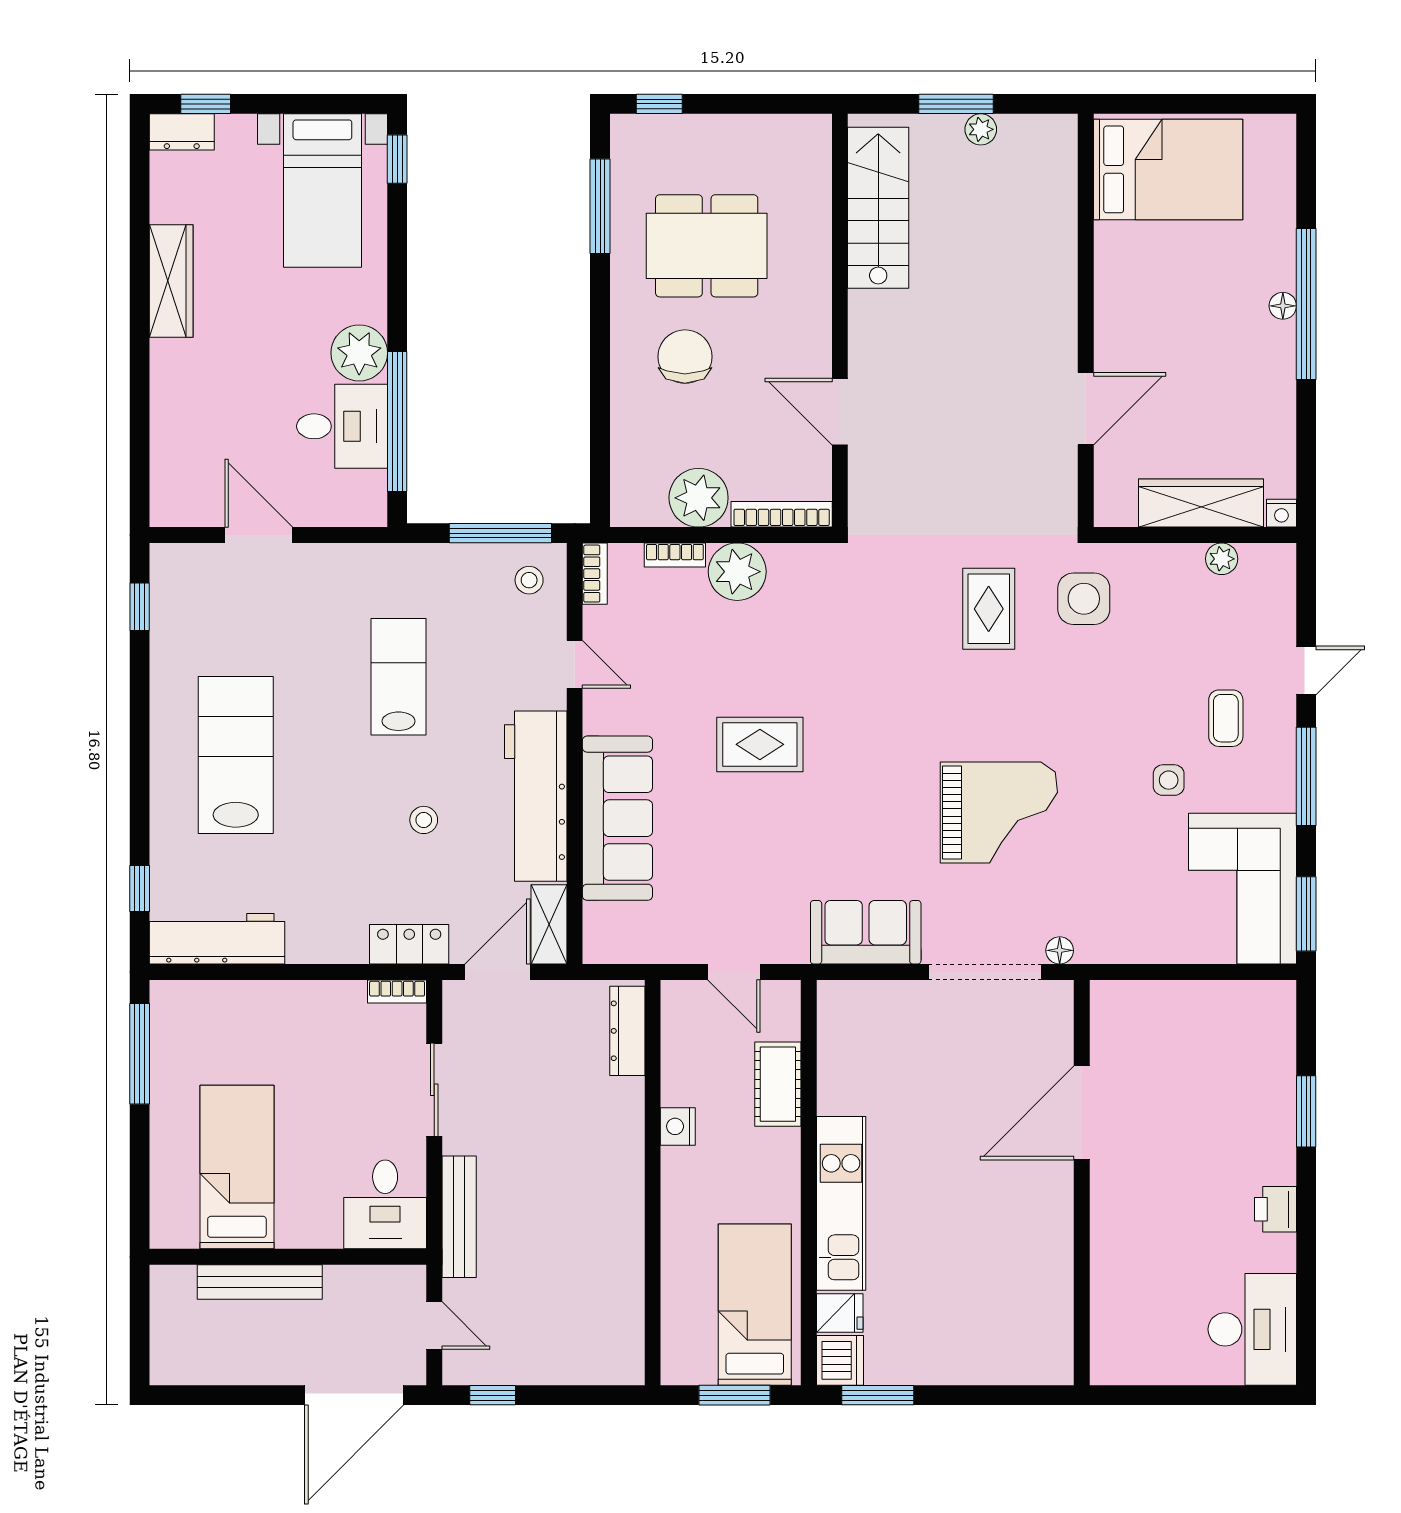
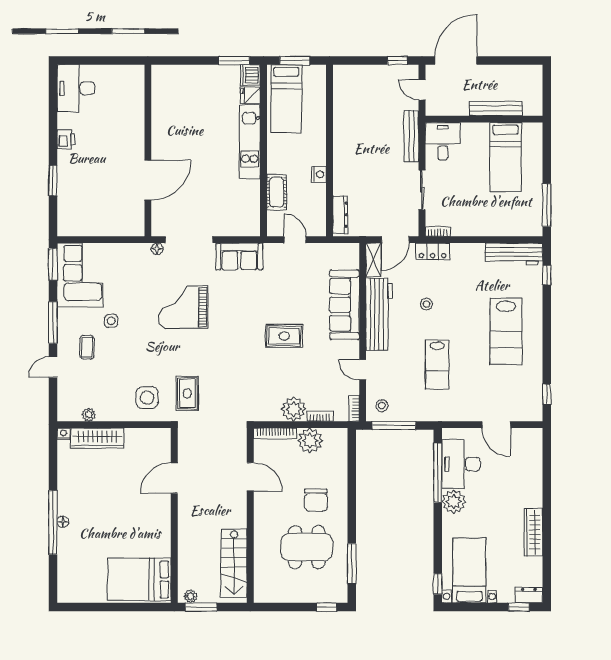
bed: (1168, 169) -> (139, 579), moved
wall: (1086, 320) -> (174, 515), moved
door: (1086, 409) -> (174, 478), moved
desk: (342, 426) -> (461, 464), width x1.37

